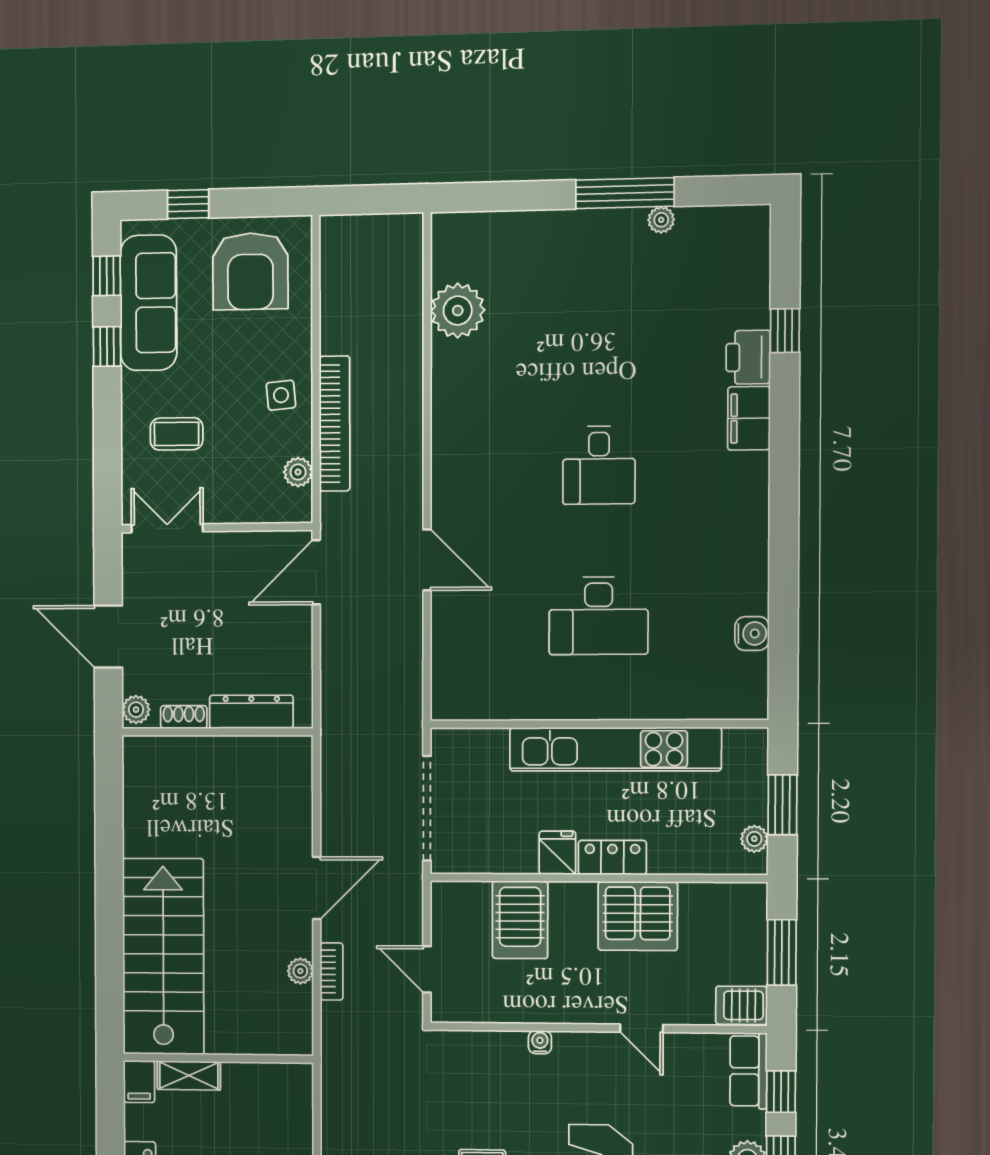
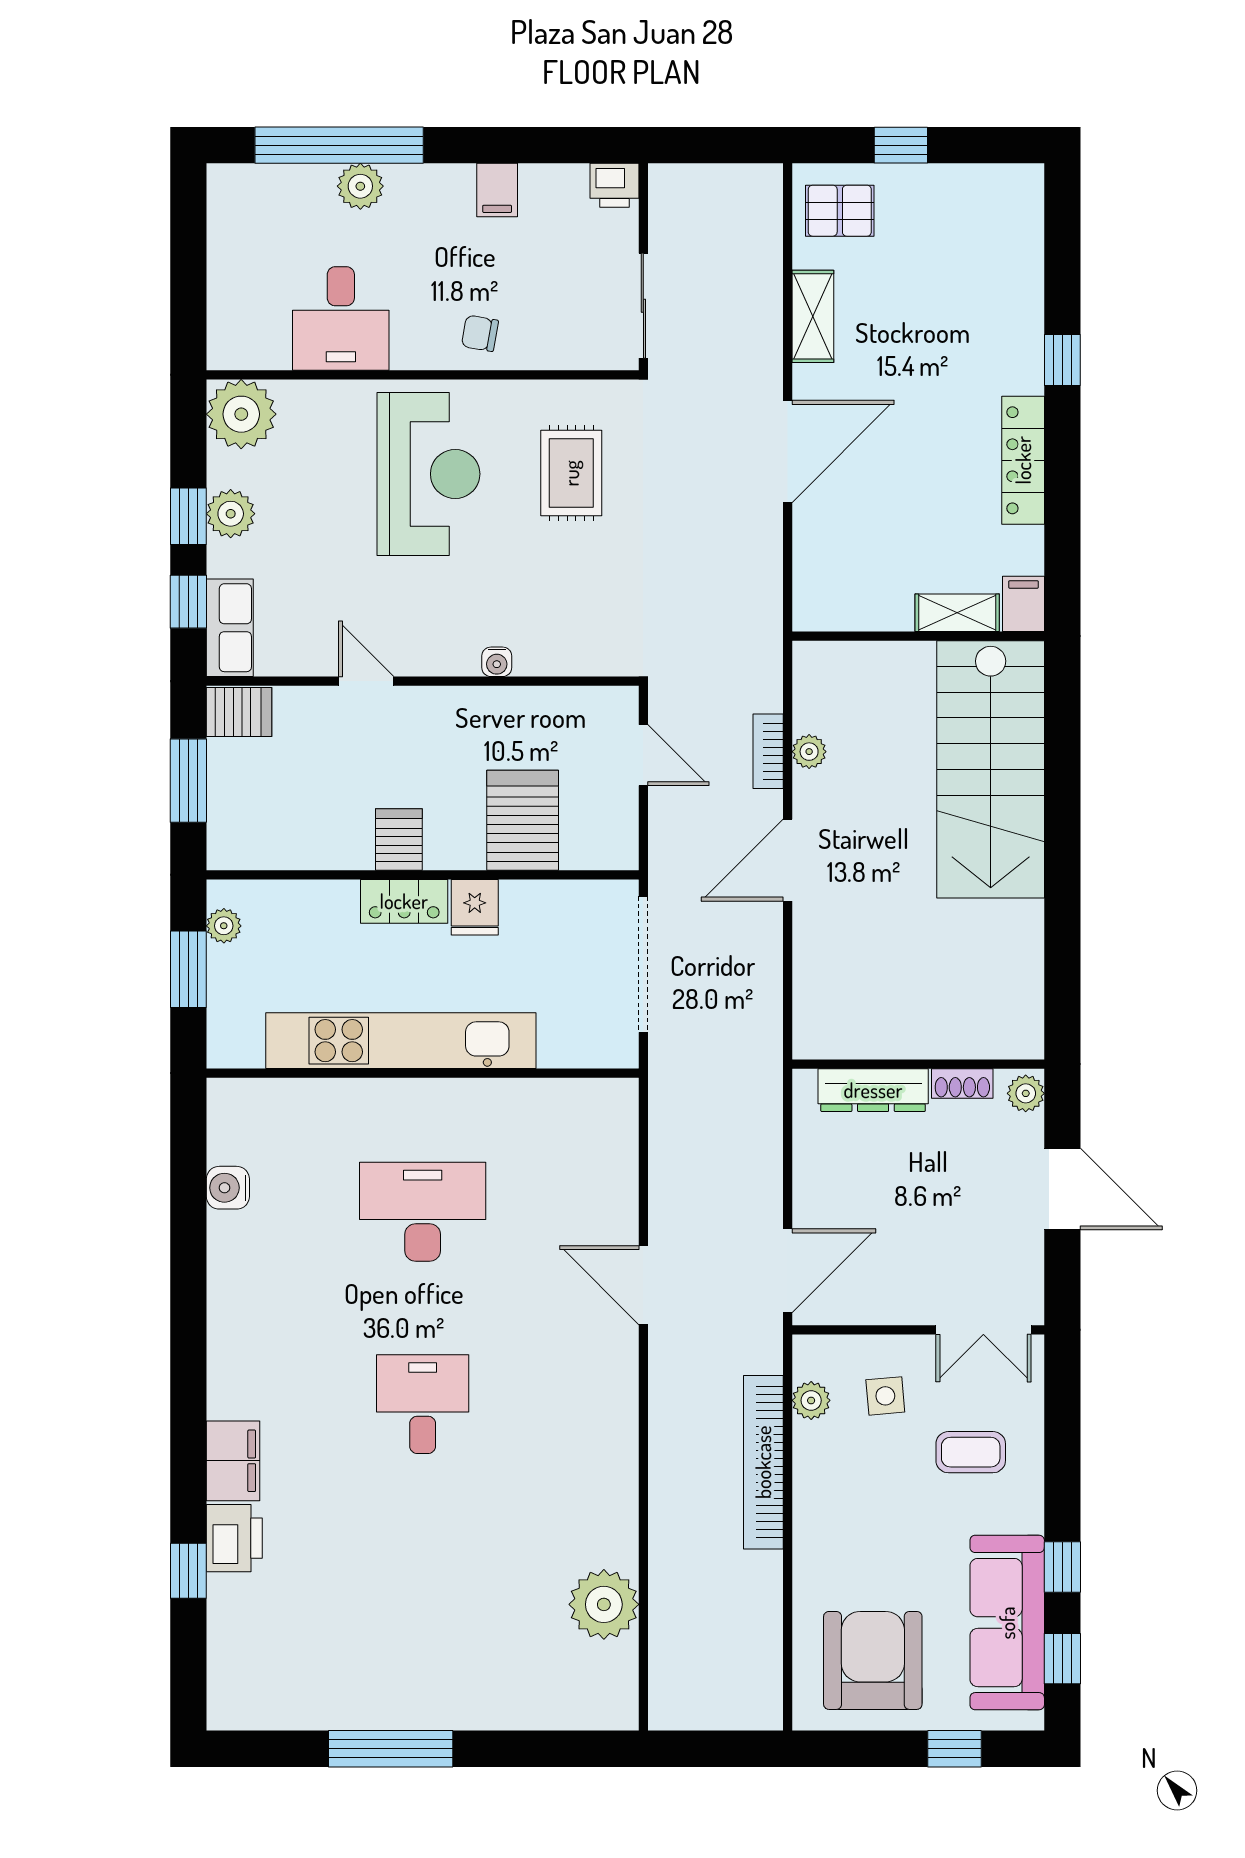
plant: (661, 220) -> (345, 1714), removed
side table: (281, 395) -> (885, 1396), moved
server rack: (638, 916) -> (399, 839), width x0.46, depth x0.70

